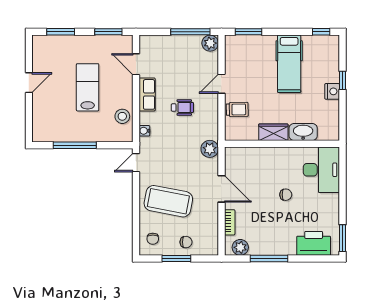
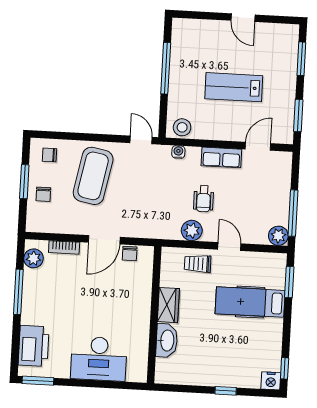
hospital bed: (289, 64) -> (250, 302), moved
lab bench: (88, 87) -> (234, 87), turned 180
nightstand: (332, 91) -> (271, 381), moved
trolley: (237, 110) -> (198, 264), turned 91
stool: (122, 116) -> (182, 127), moved
plant: (210, 149) -> (192, 230), moved
desk: (321, 170) -> (99, 359), moved
chair: (286, 195) -> (130, 253), moved

